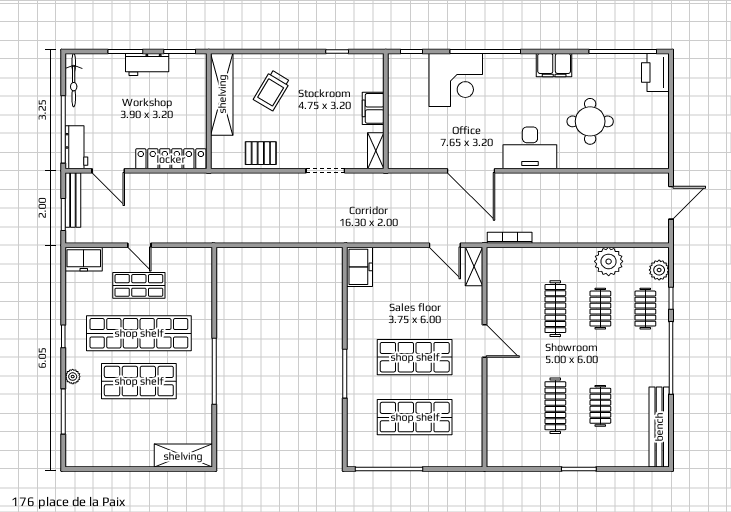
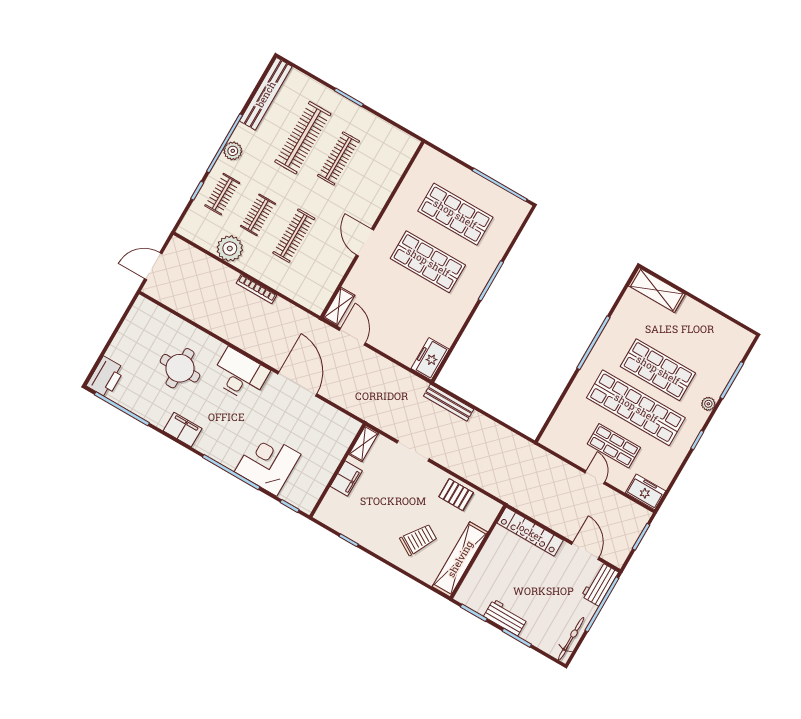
bench: (73, 200) -> (449, 403), moved, turned 90
bookcase: (510, 238) -> (256, 289), moved
plant: (659, 270) -> (233, 151), moved
clothes rail: (600, 406) -> (303, 138), width x1.86, depth x1.31

